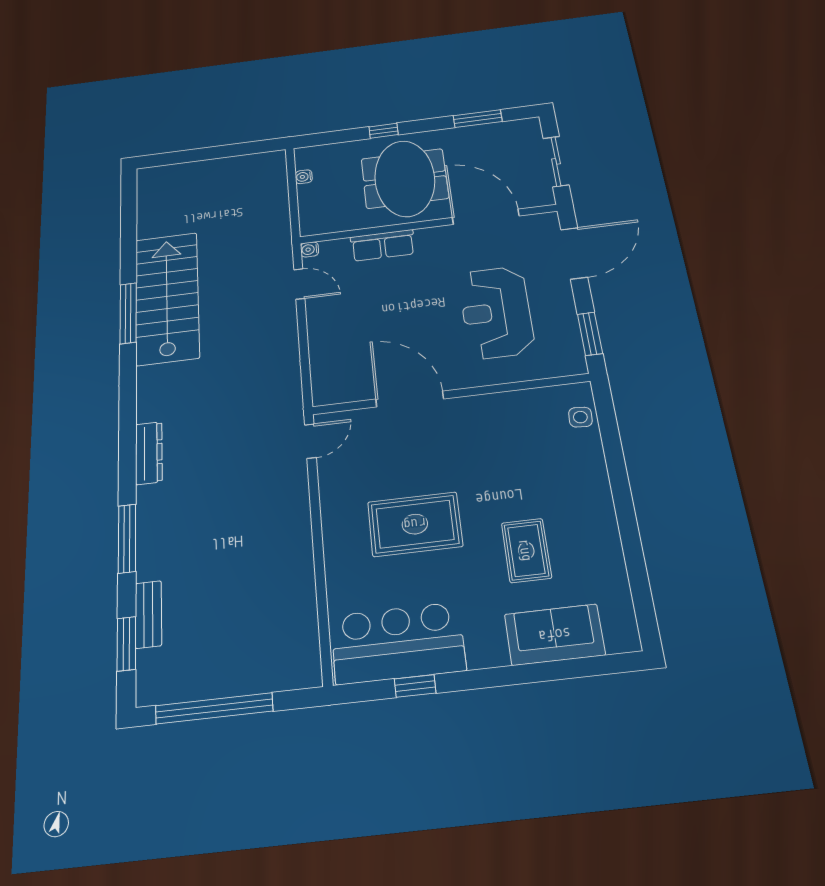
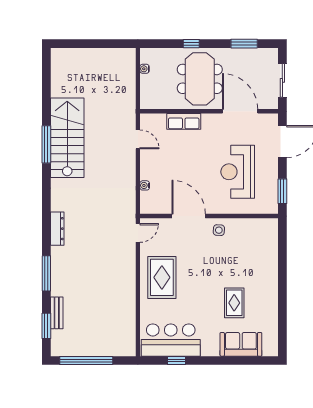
water cooler: (310, 249) -> (145, 185), moved
side table: (580, 417) -> (219, 230), moved
rug: (415, 524) -> (162, 277), moved, turned 90

